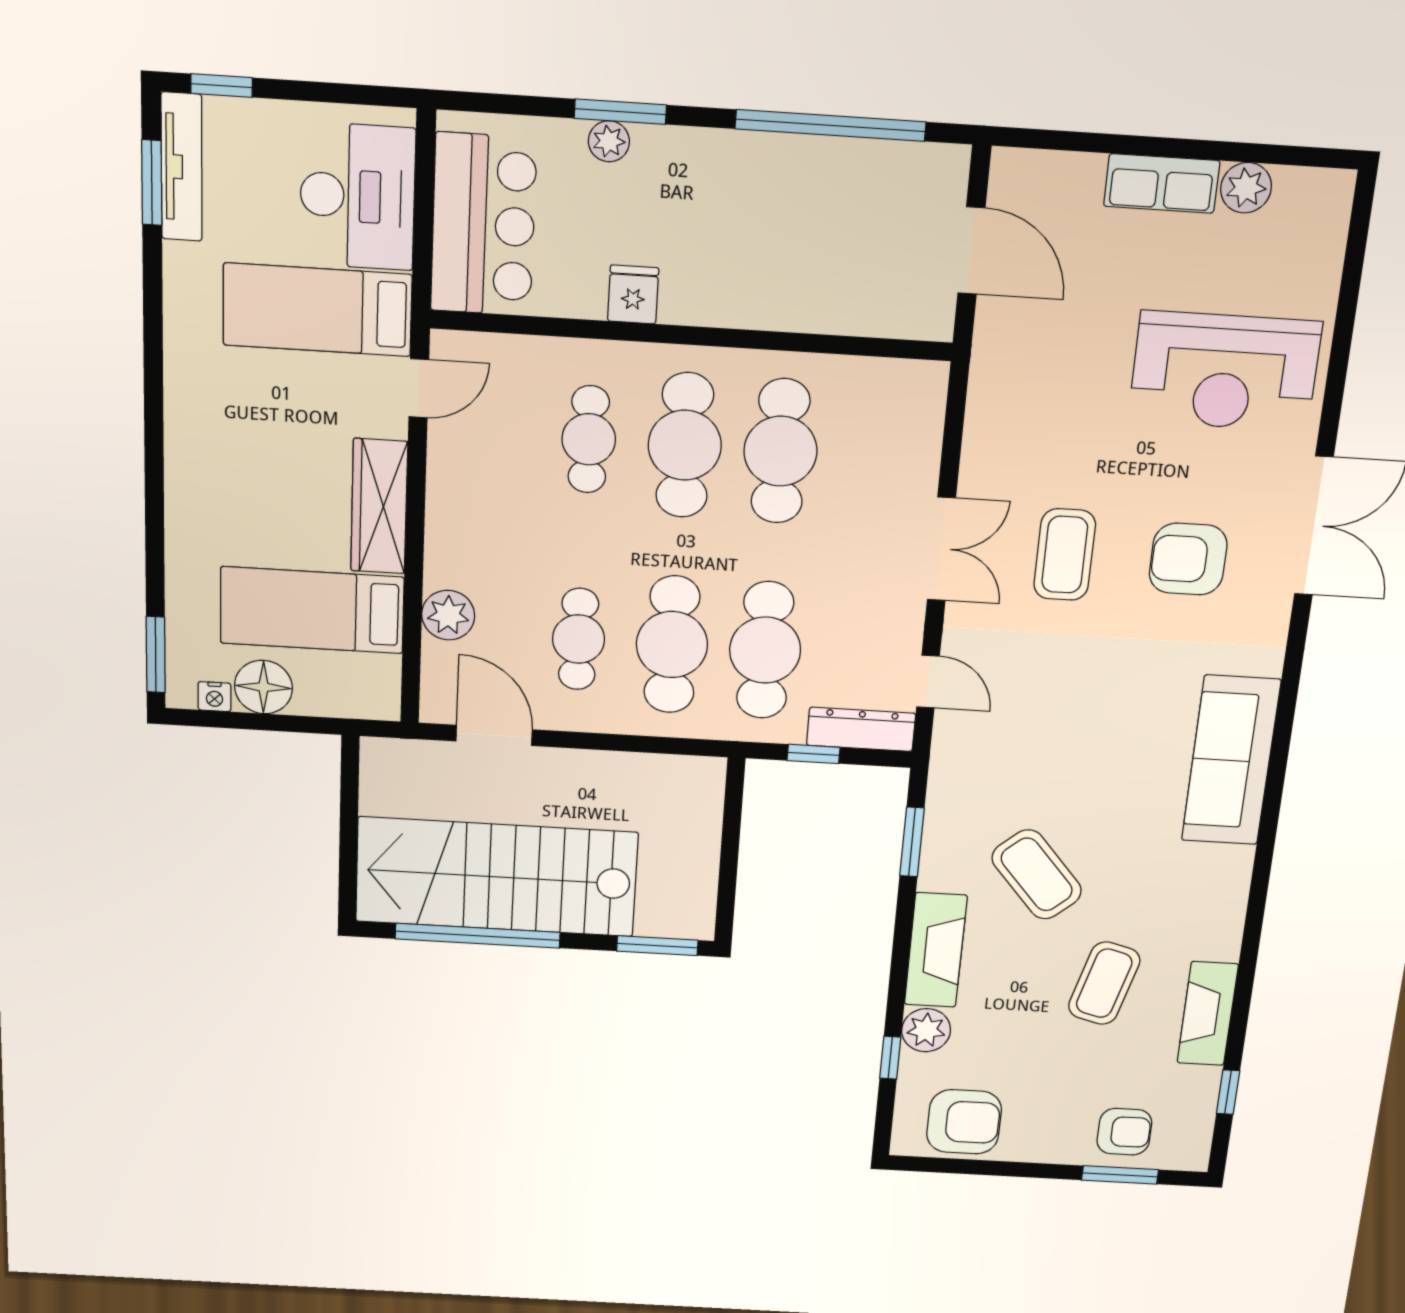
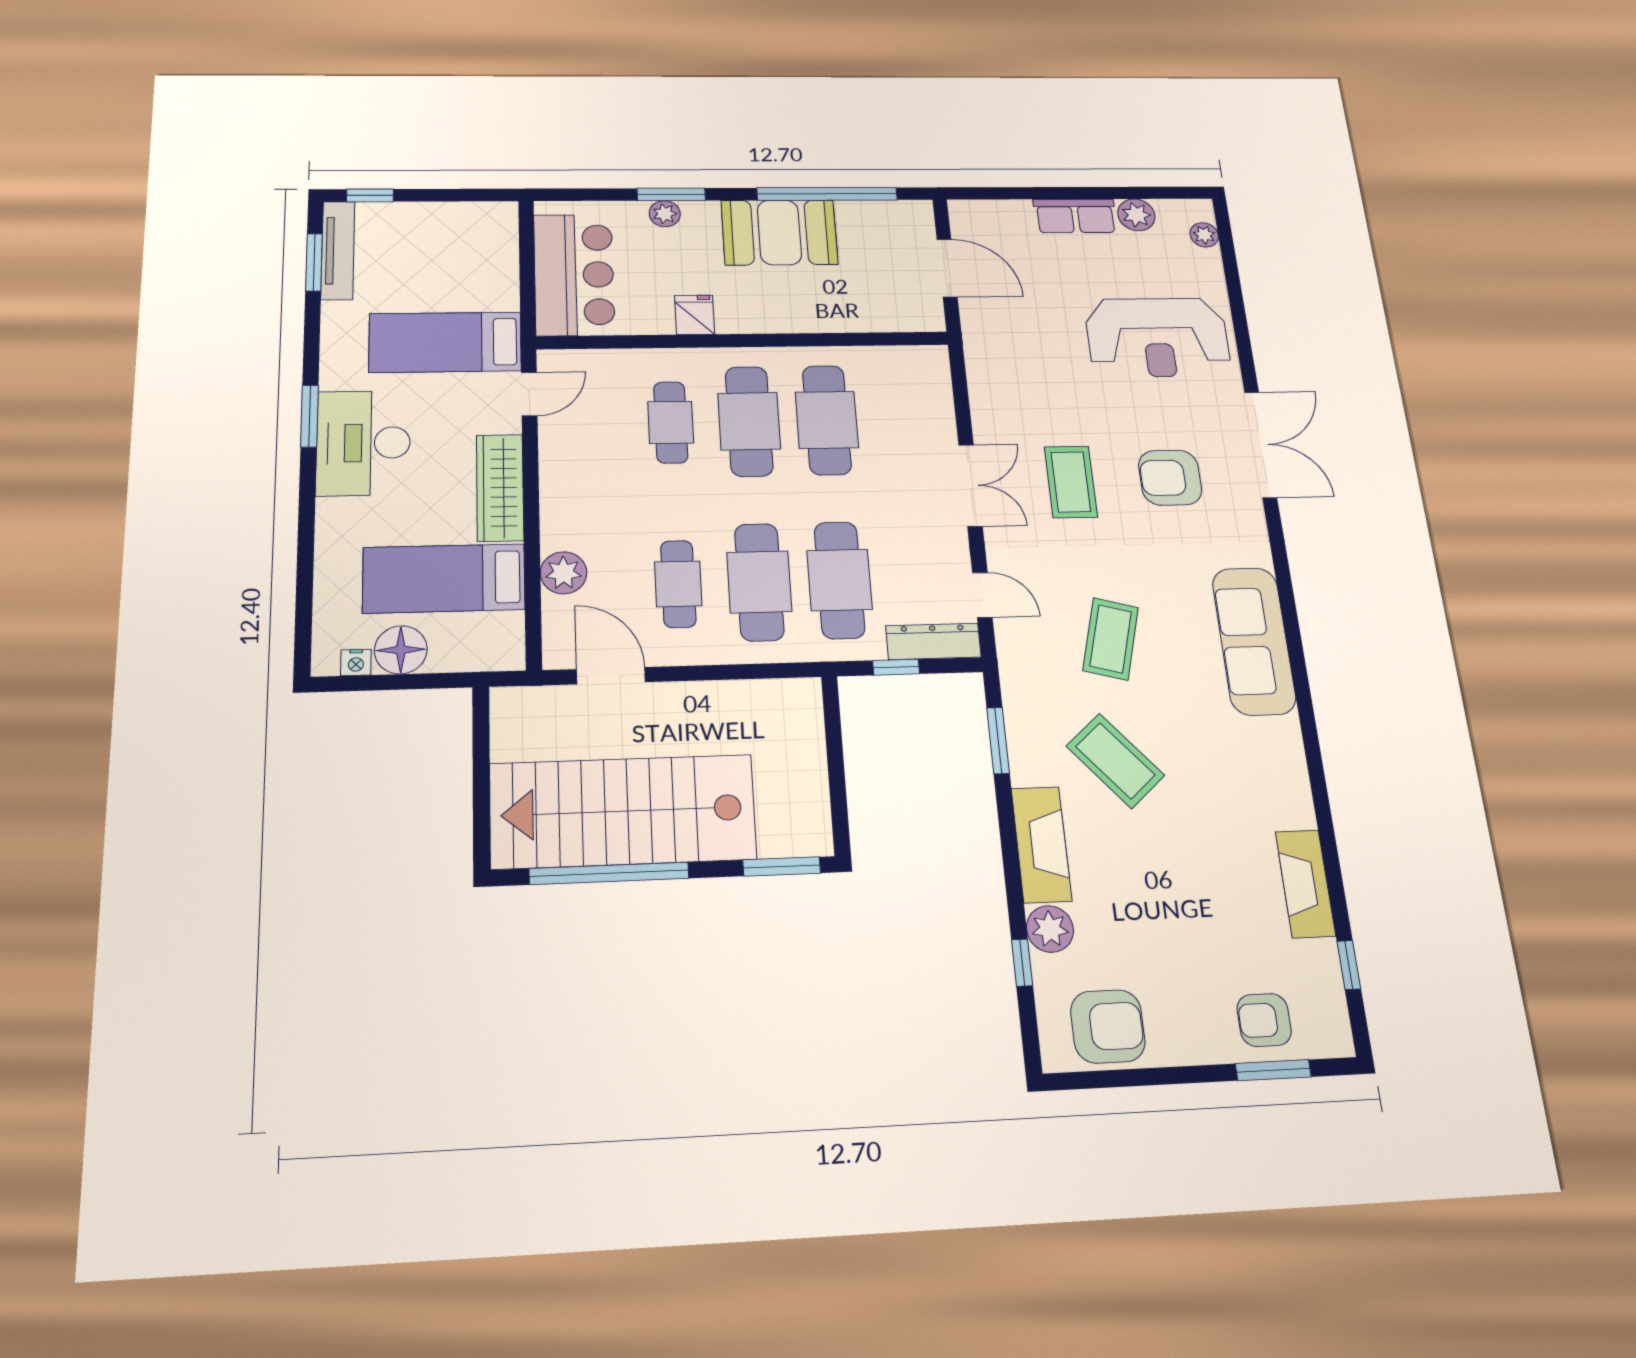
booth: (758, 181) -> (779, 232), added
desk: (357, 196) -> (363, 443), moved, turned 180
plant: (1330, 225) -> (1204, 235), added
window: (156, 655) -> (309, 416), moved
coffee table: (1104, 983) -> (1111, 639), moved
armchair: (1124, 1132) -> (1264, 1020), turned 180

